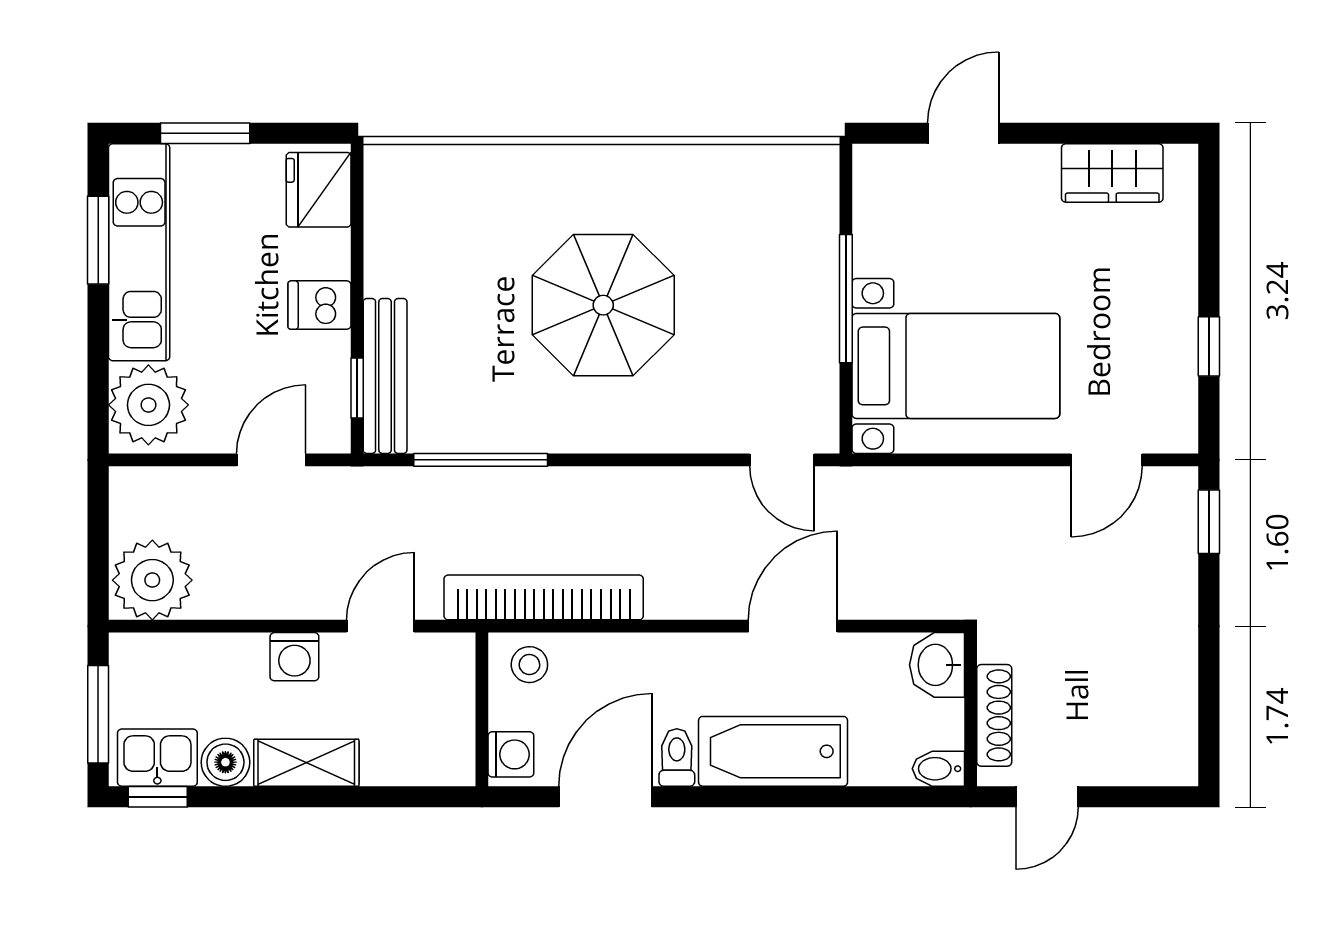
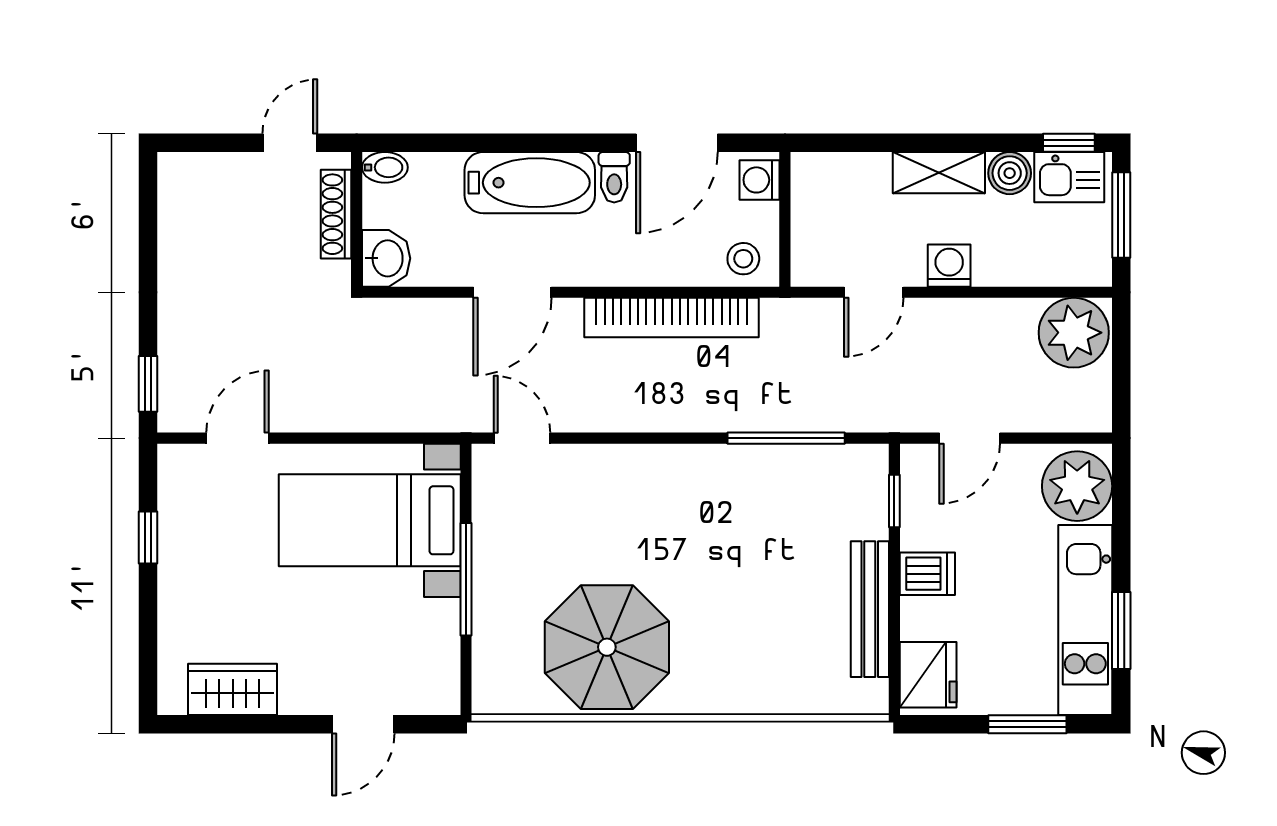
parasol: (603, 305) -> (607, 647), moved
bench: (385, 376) -> (870, 609), moved
bookcase: (544, 597) -> (672, 318), moved

